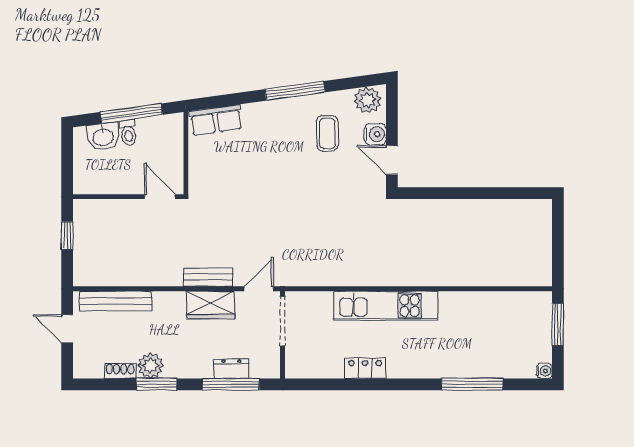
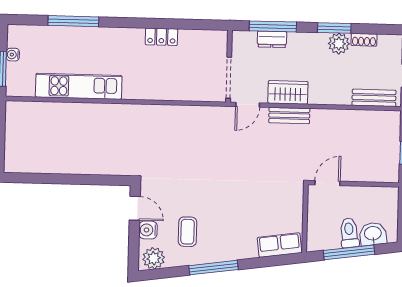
toilet: (128, 133) -> (349, 233), width x1.37, depth x1.39
door: (160, 197) -> (327, 183), swing flipped
bench: (116, 301) -> (374, 98), width x0.73
kitchen unit: (386, 306) -> (79, 86), moved
water cooler: (544, 371) -> (13, 55), moved

